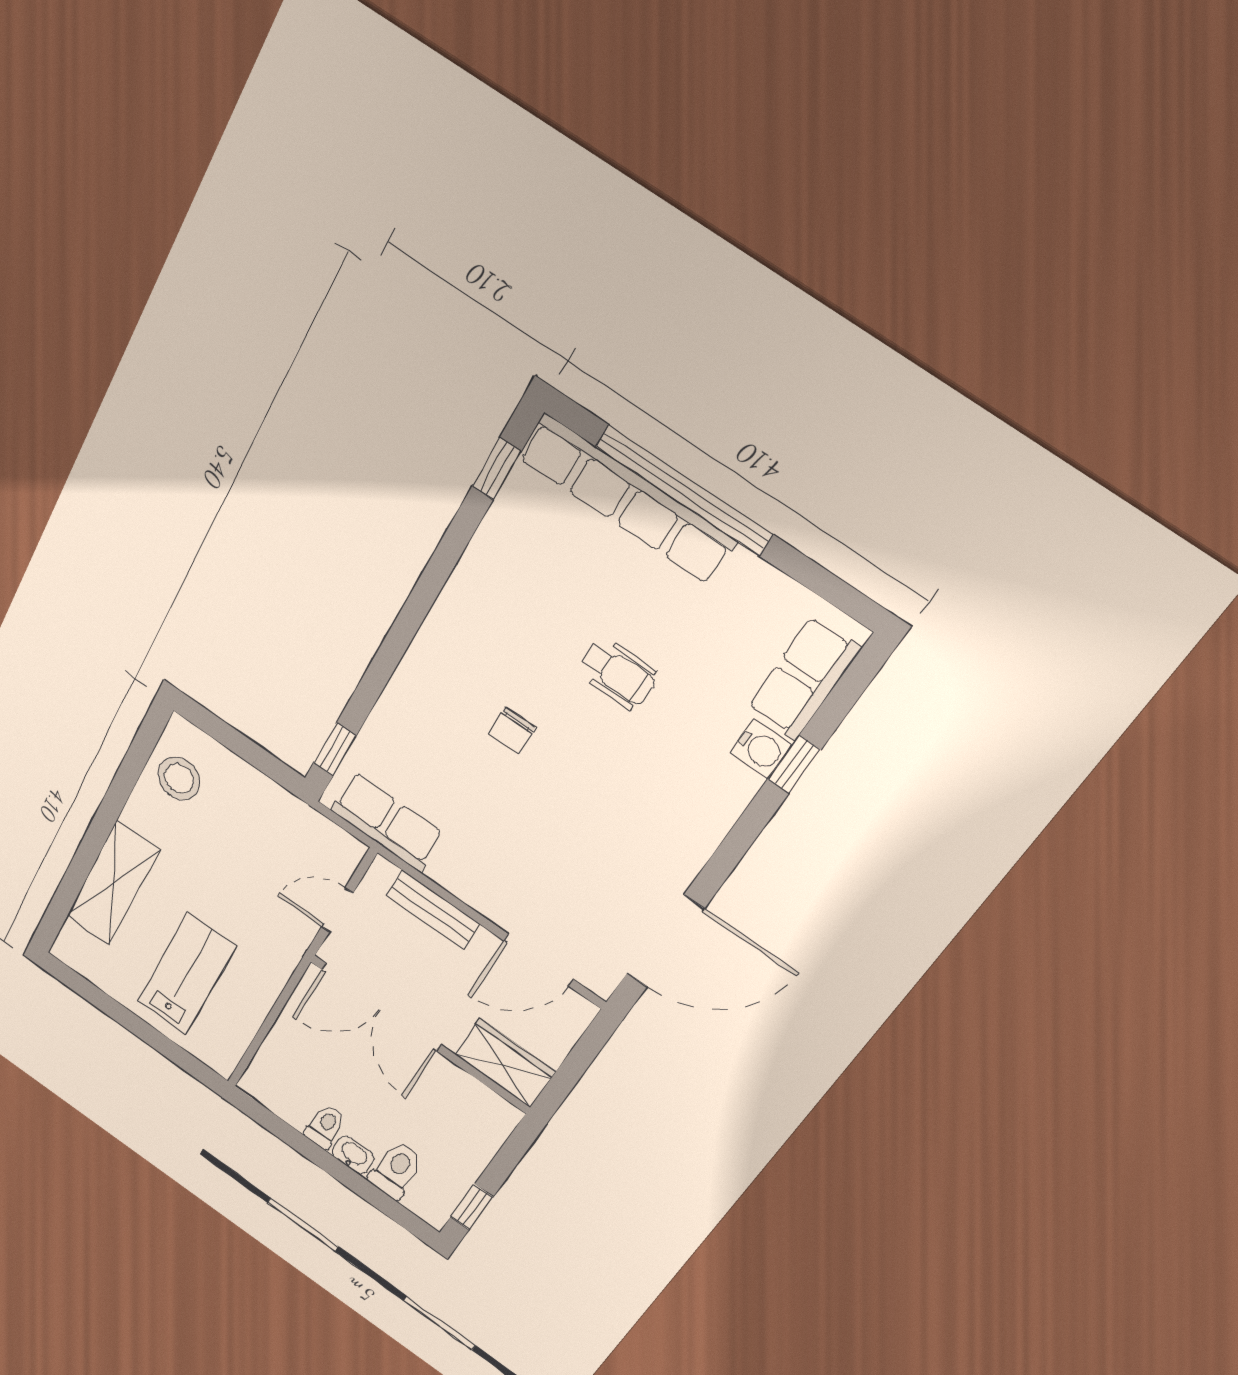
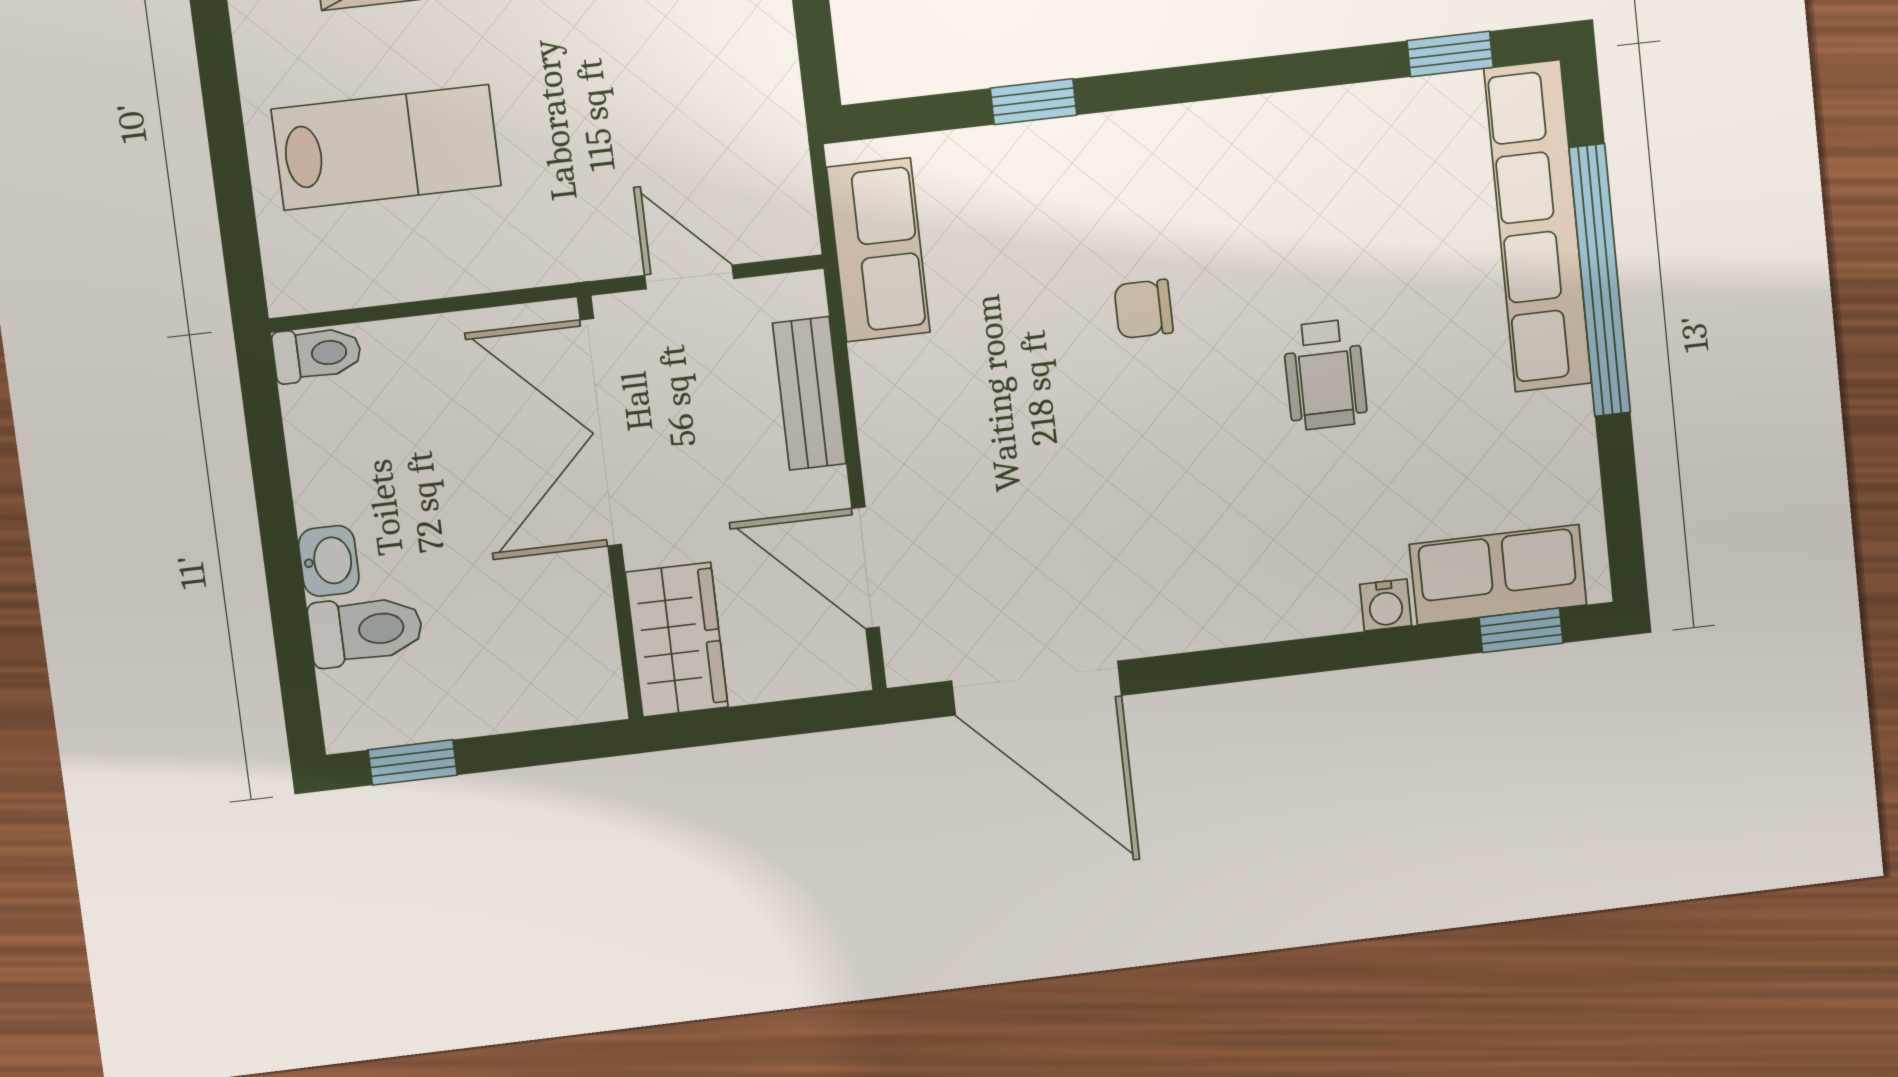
window: (335, 749) -> (1034, 102), moved
water cooler: (761, 749) -> (1386, 605), width x0.72, depth x0.72
window: (794, 764) -> (1521, 630), moved
toilet: (325, 1126) -> (317, 354), moved

